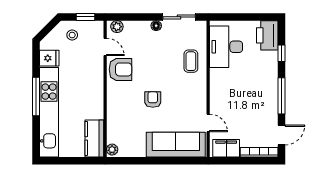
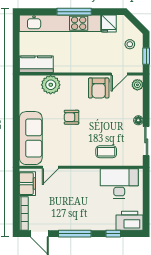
armchair: (153, 99) -> (72, 117), turned 180
plant: (112, 150) -> (51, 85), moved, width x1.88, depth x1.88

